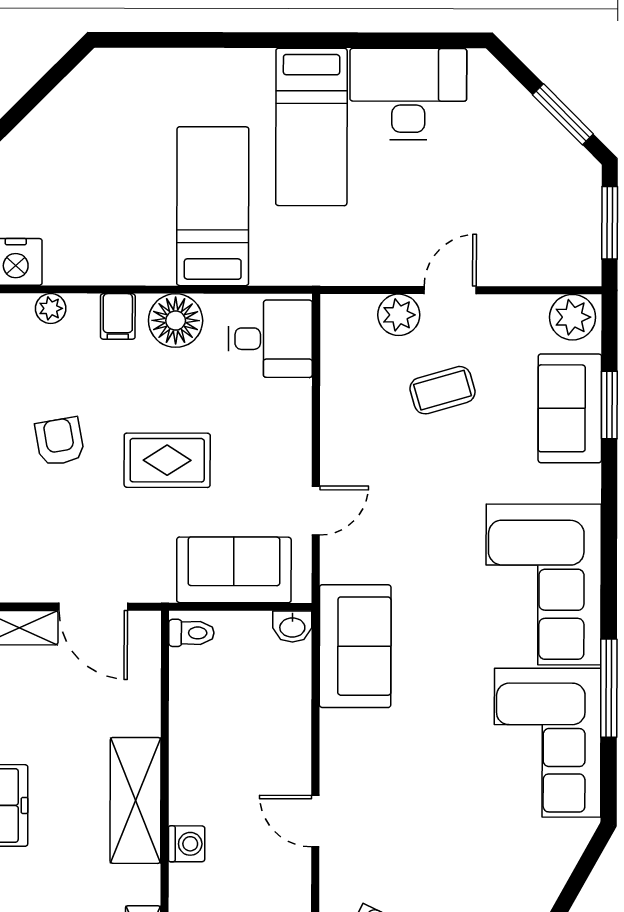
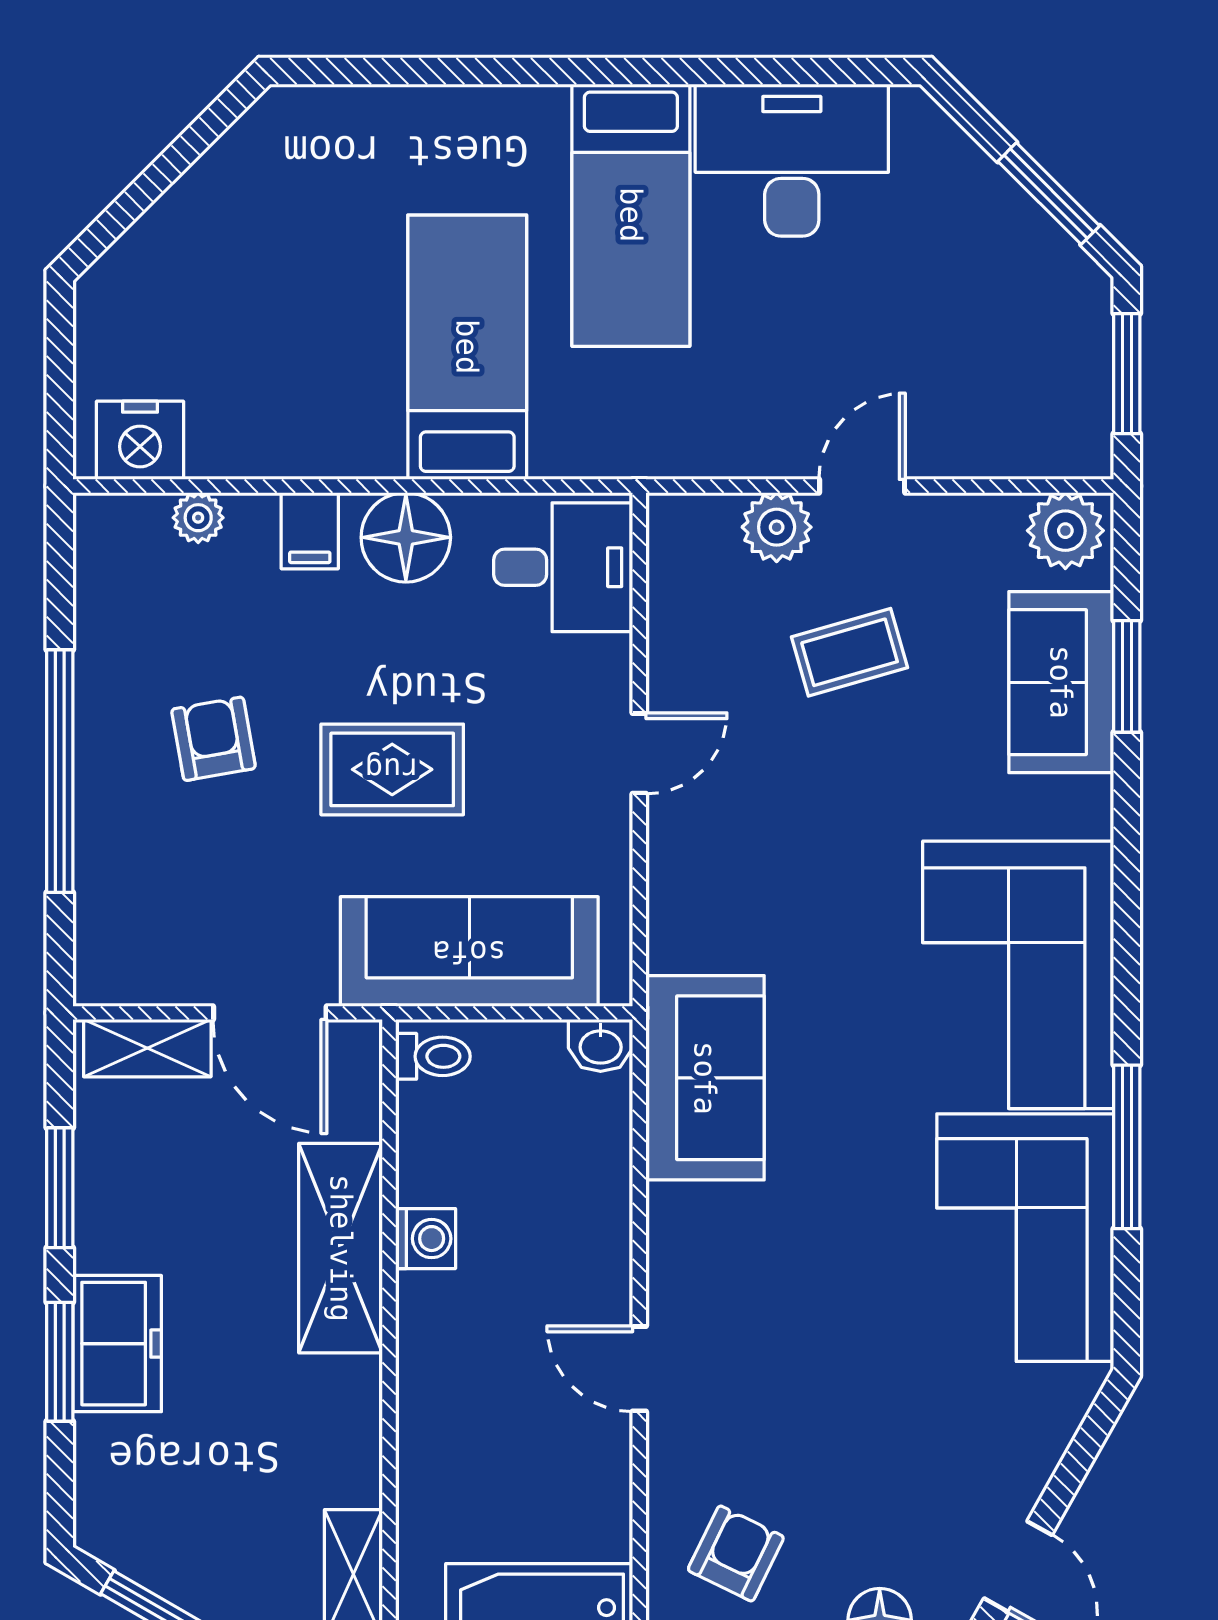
door: (316, 511) -> (639, 753), moved
sofa: (234, 570) -> (469, 952), width x1.36
shelving: (135, 800) -> (341, 1248), moved
washing machine: (187, 844) -> (426, 1239), moved

